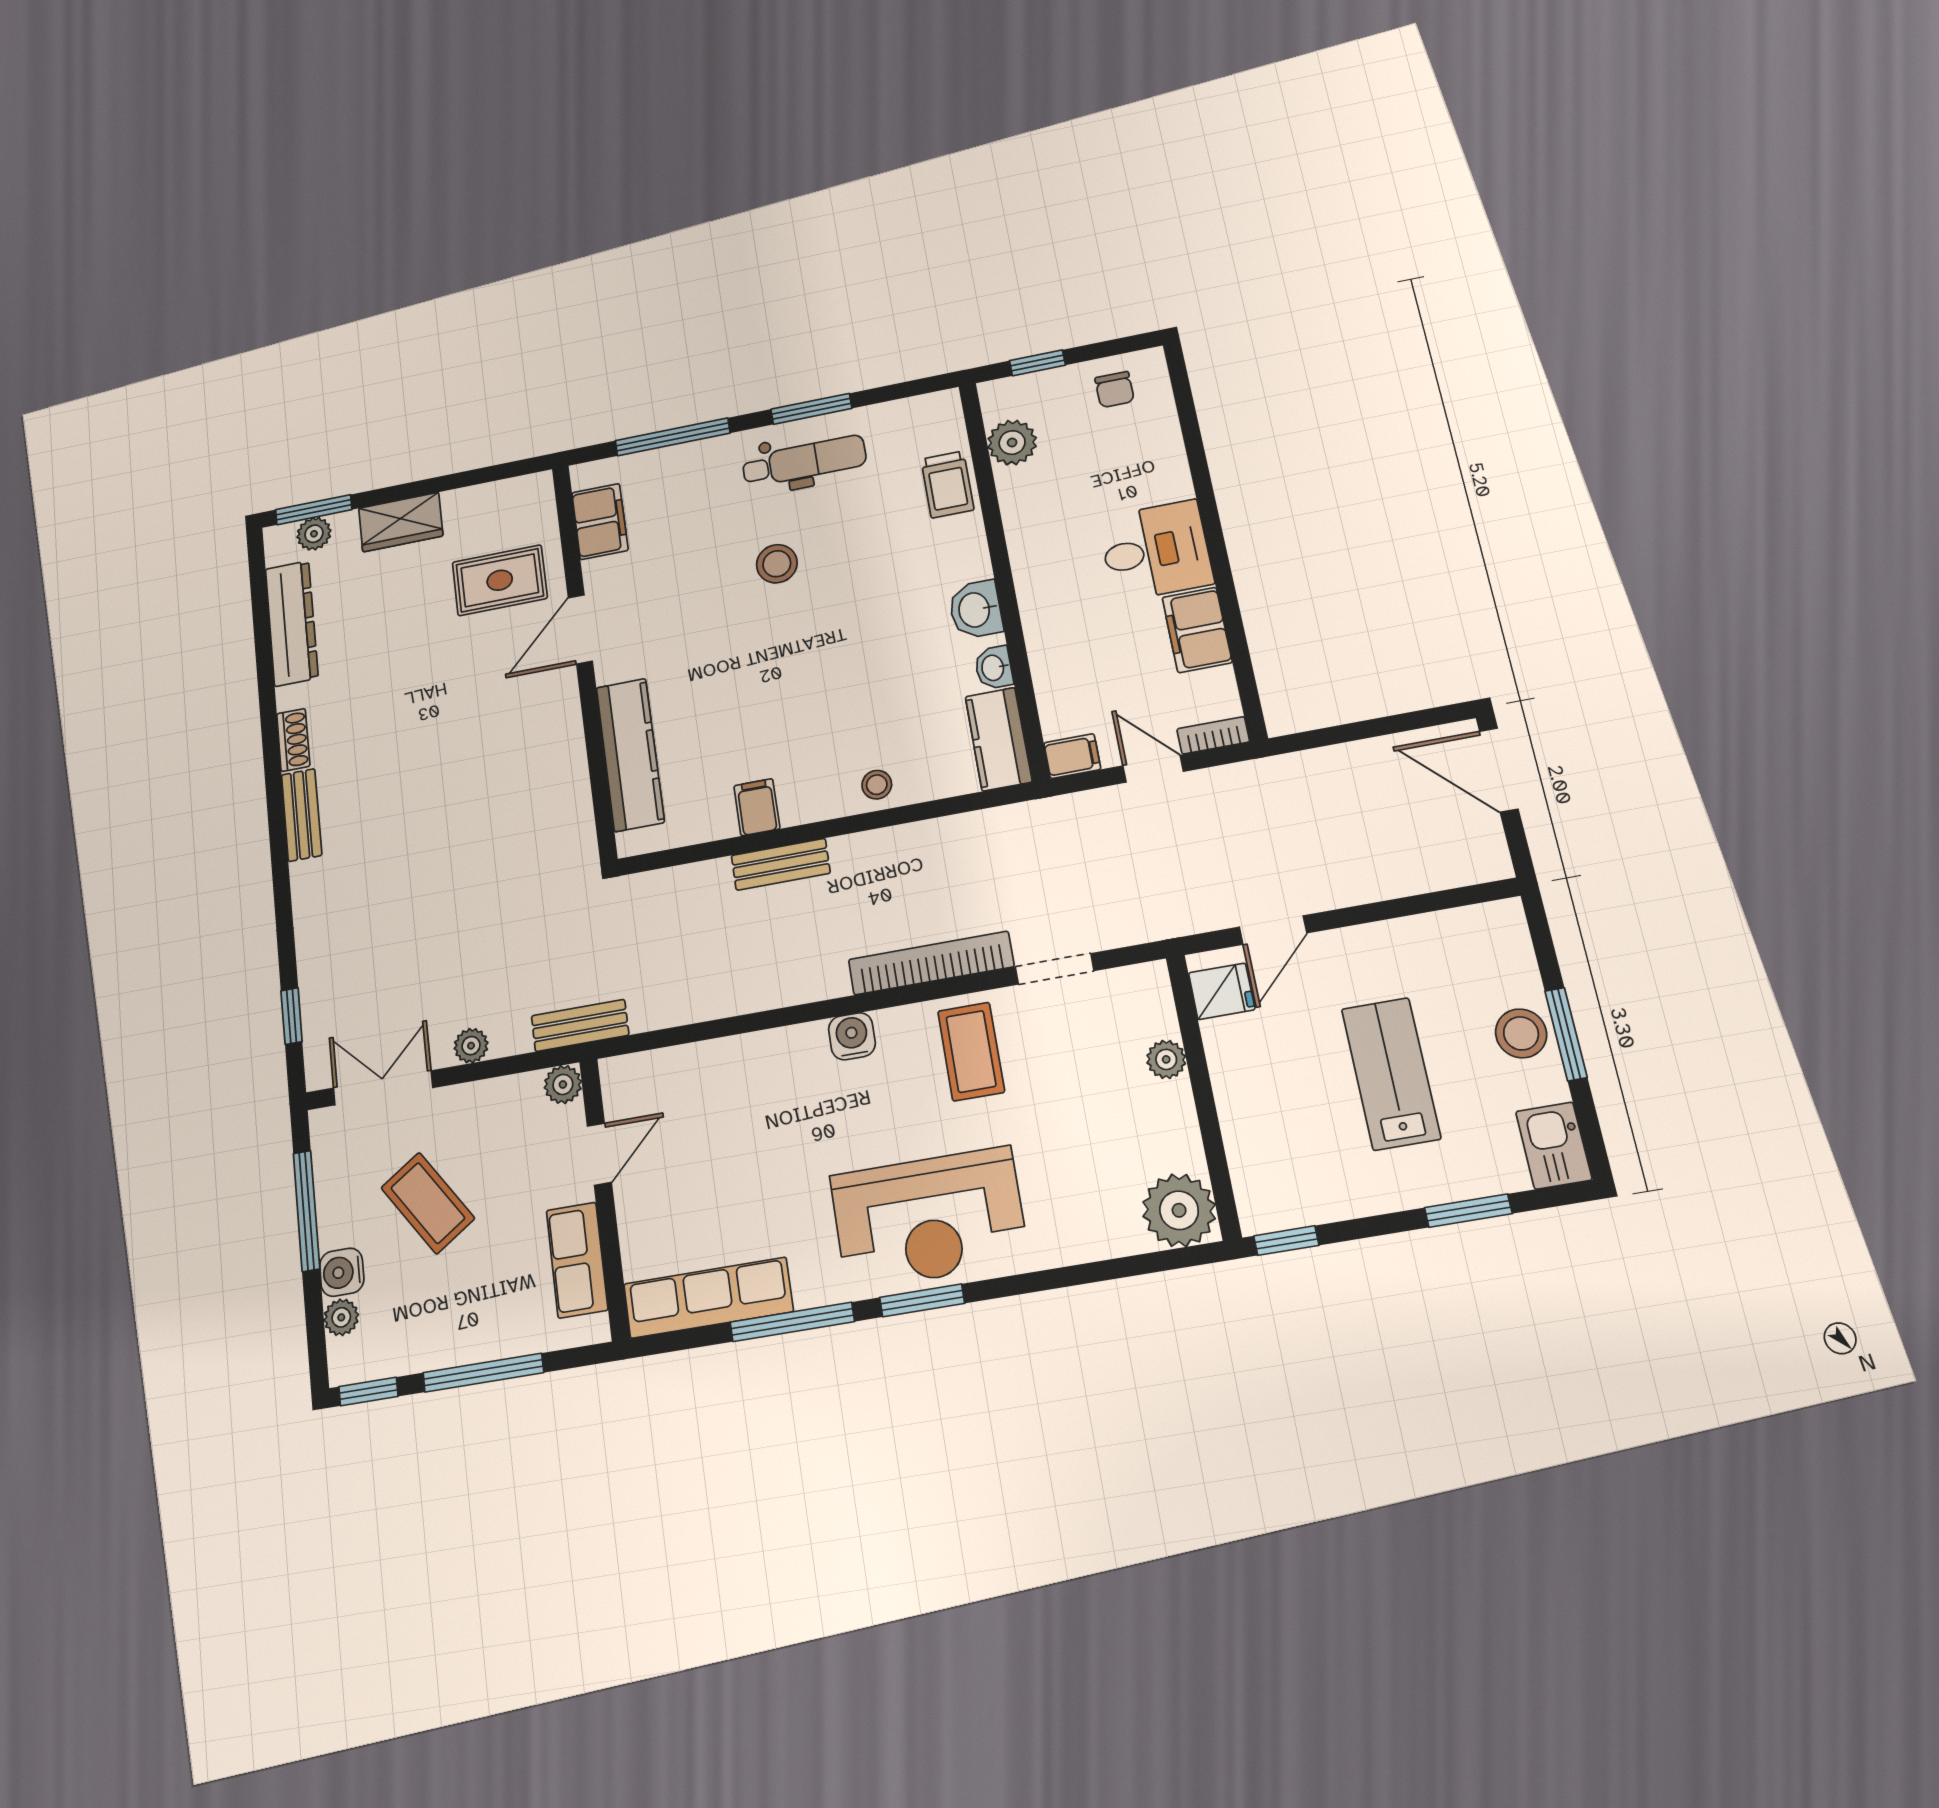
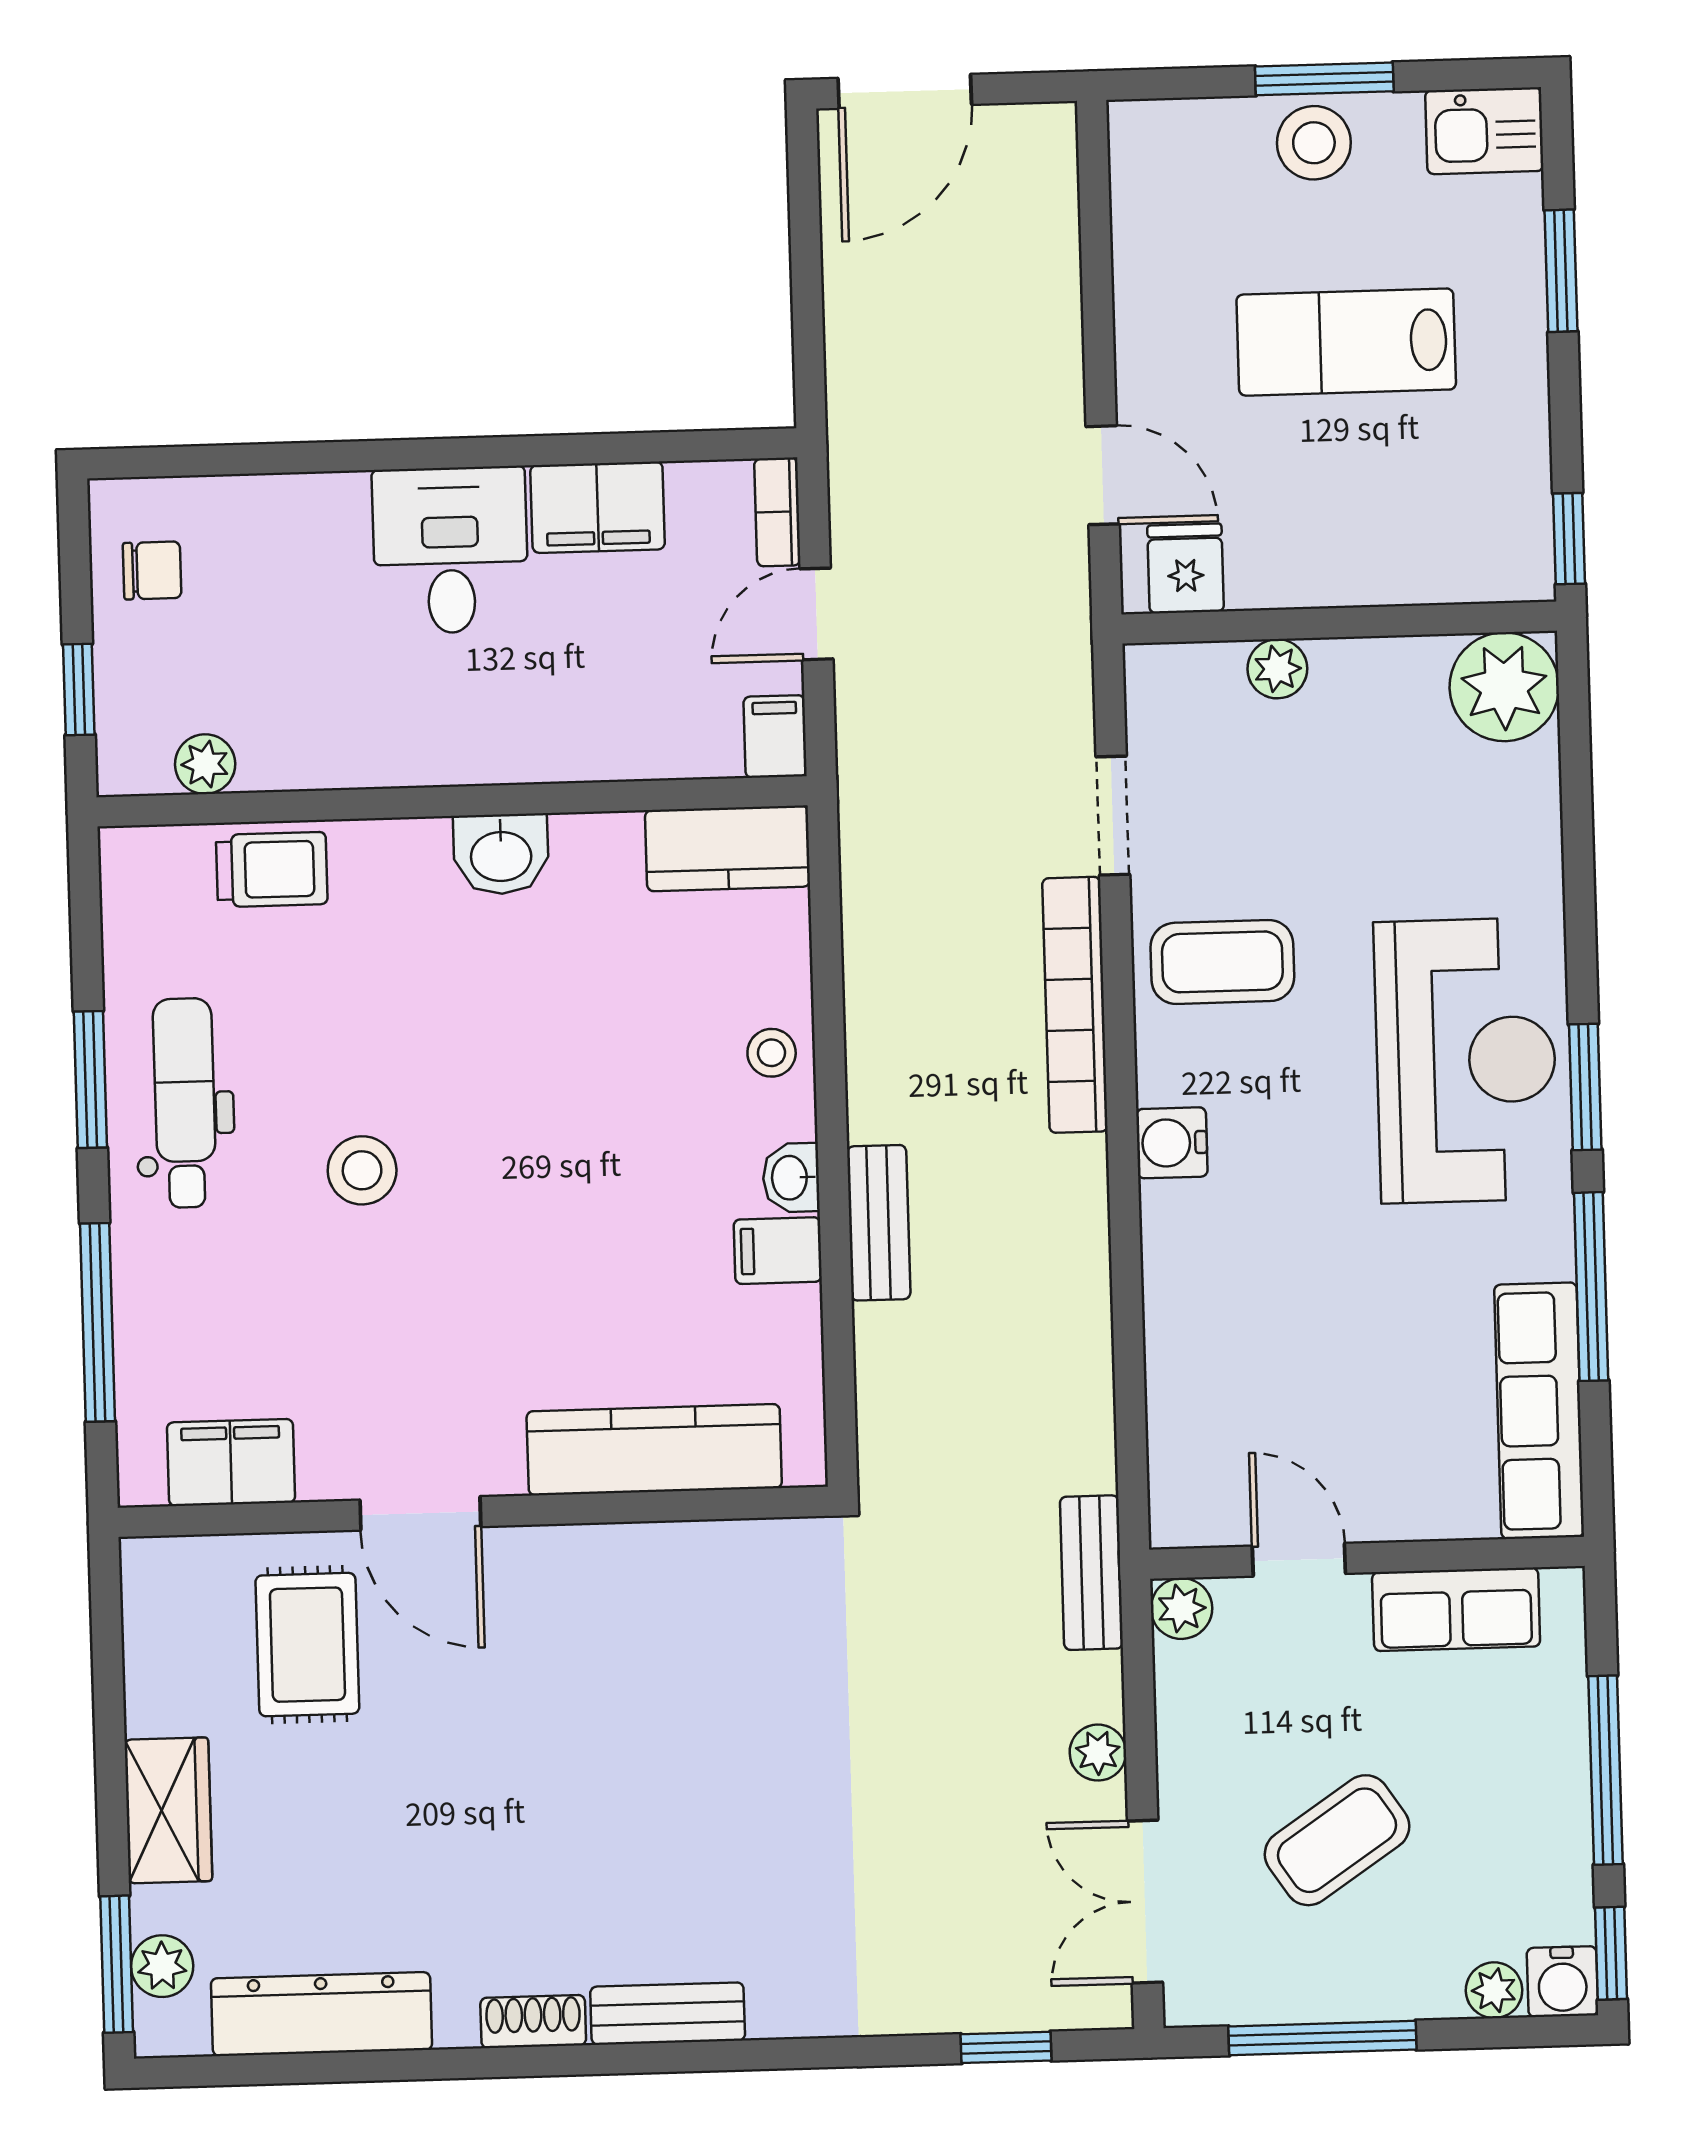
plant: (1012, 442) -> (205, 764), width x0.73, depth x0.73
washbasin: (994, 668) -> (791, 1178), moved, turned 90
water cooler: (342, 1272) -> (1562, 1982), moved

